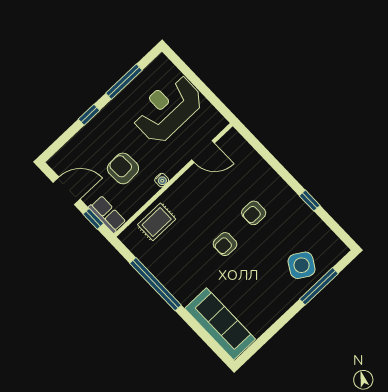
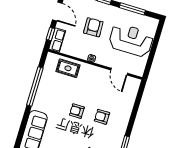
armchair: (123, 168) -> (93, 27), moved

